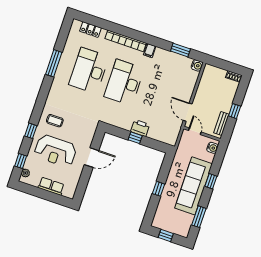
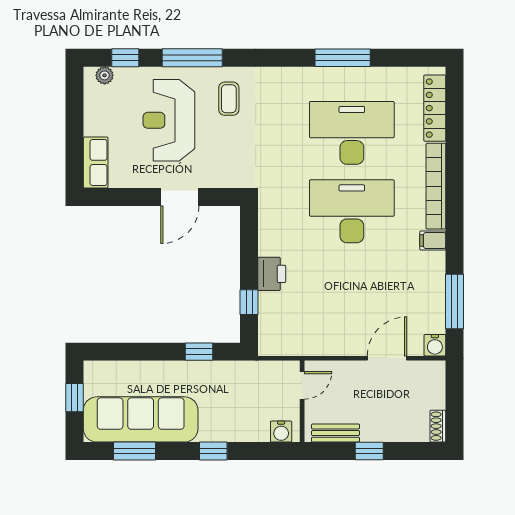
locker: (90, 29) -> (435, 108), width x1.53
window: (180, 50) -> (455, 302), width x1.44
door: (188, 112) -> (387, 358), moved
window: (31, 131) -> (192, 58), width x2.17
window: (135, 138) -> (249, 302), moved
door: (92, 158) -> (180, 197), hinge flipped
row of seats: (51, 186) -> (96, 162), moved
sofa: (193, 186) -> (141, 419), moved
window: (158, 189) -> (199, 352), moved

